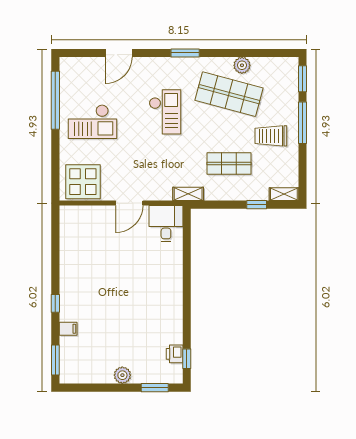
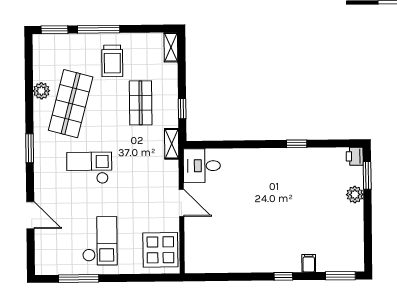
window: (55, 100) -> (79, 278), width x0.68
window: (257, 205) -> (182, 109), moved
printer: (175, 354) -> (355, 156), moved, turned 90
window: (187, 359) -> (297, 144), moved
plant: (122, 375) -> (355, 195), moved

